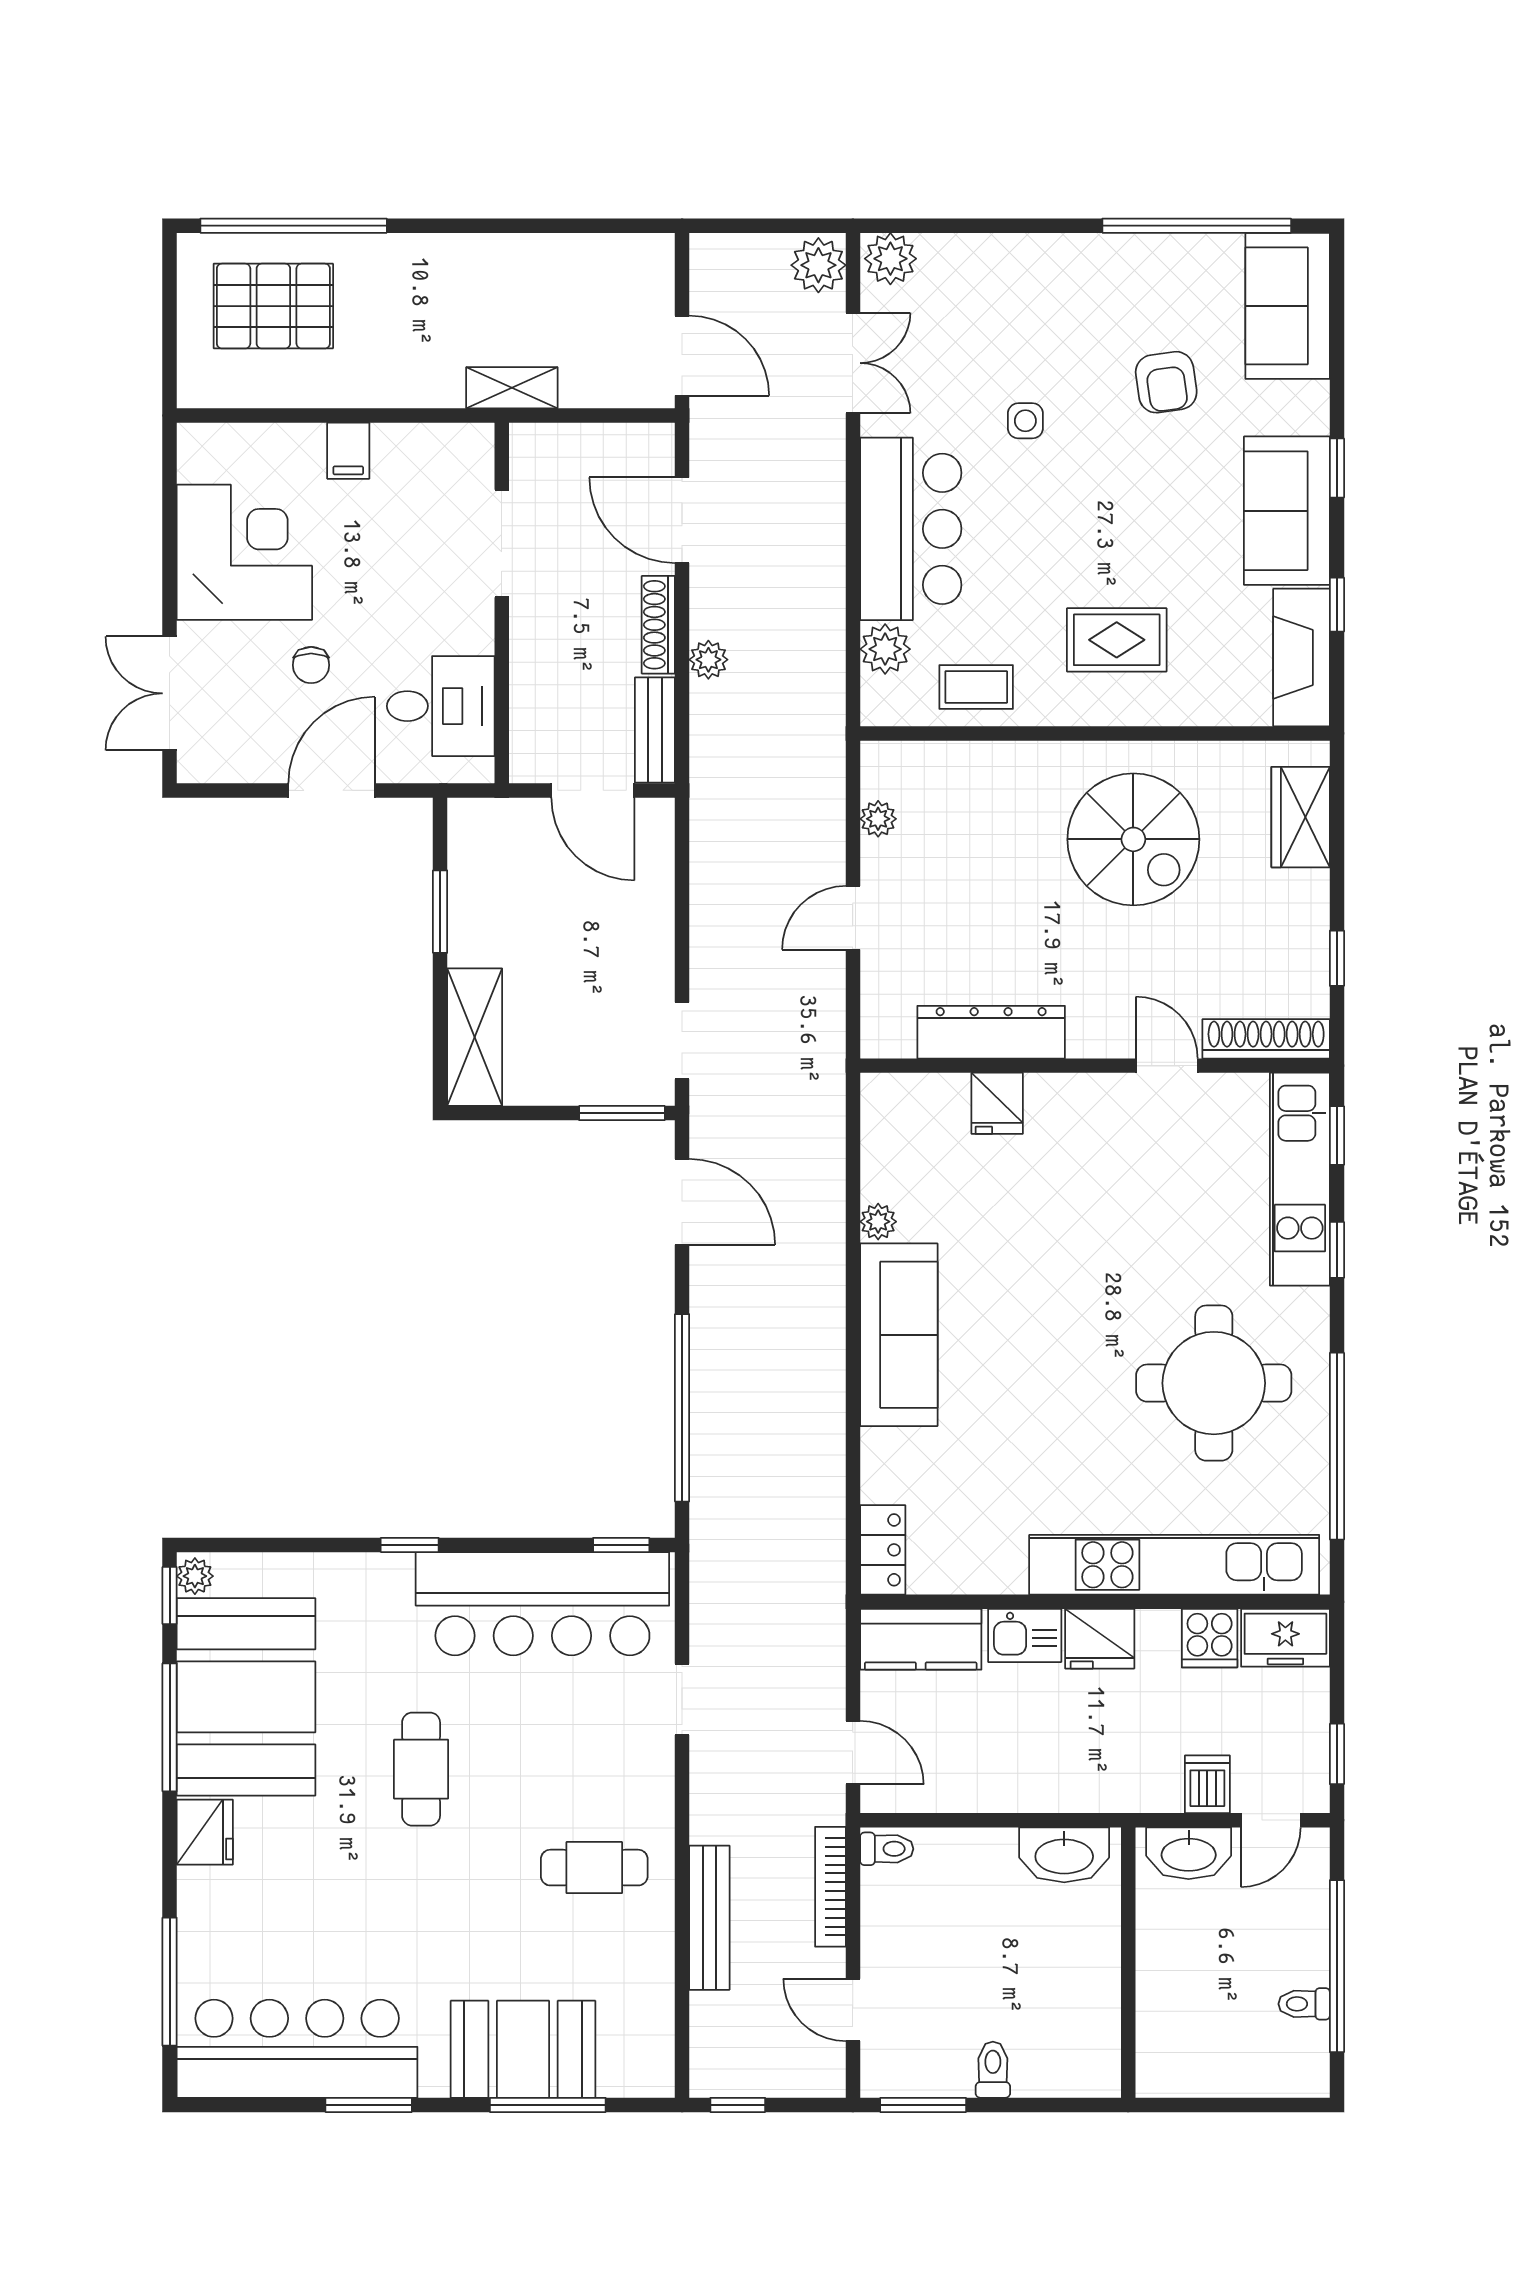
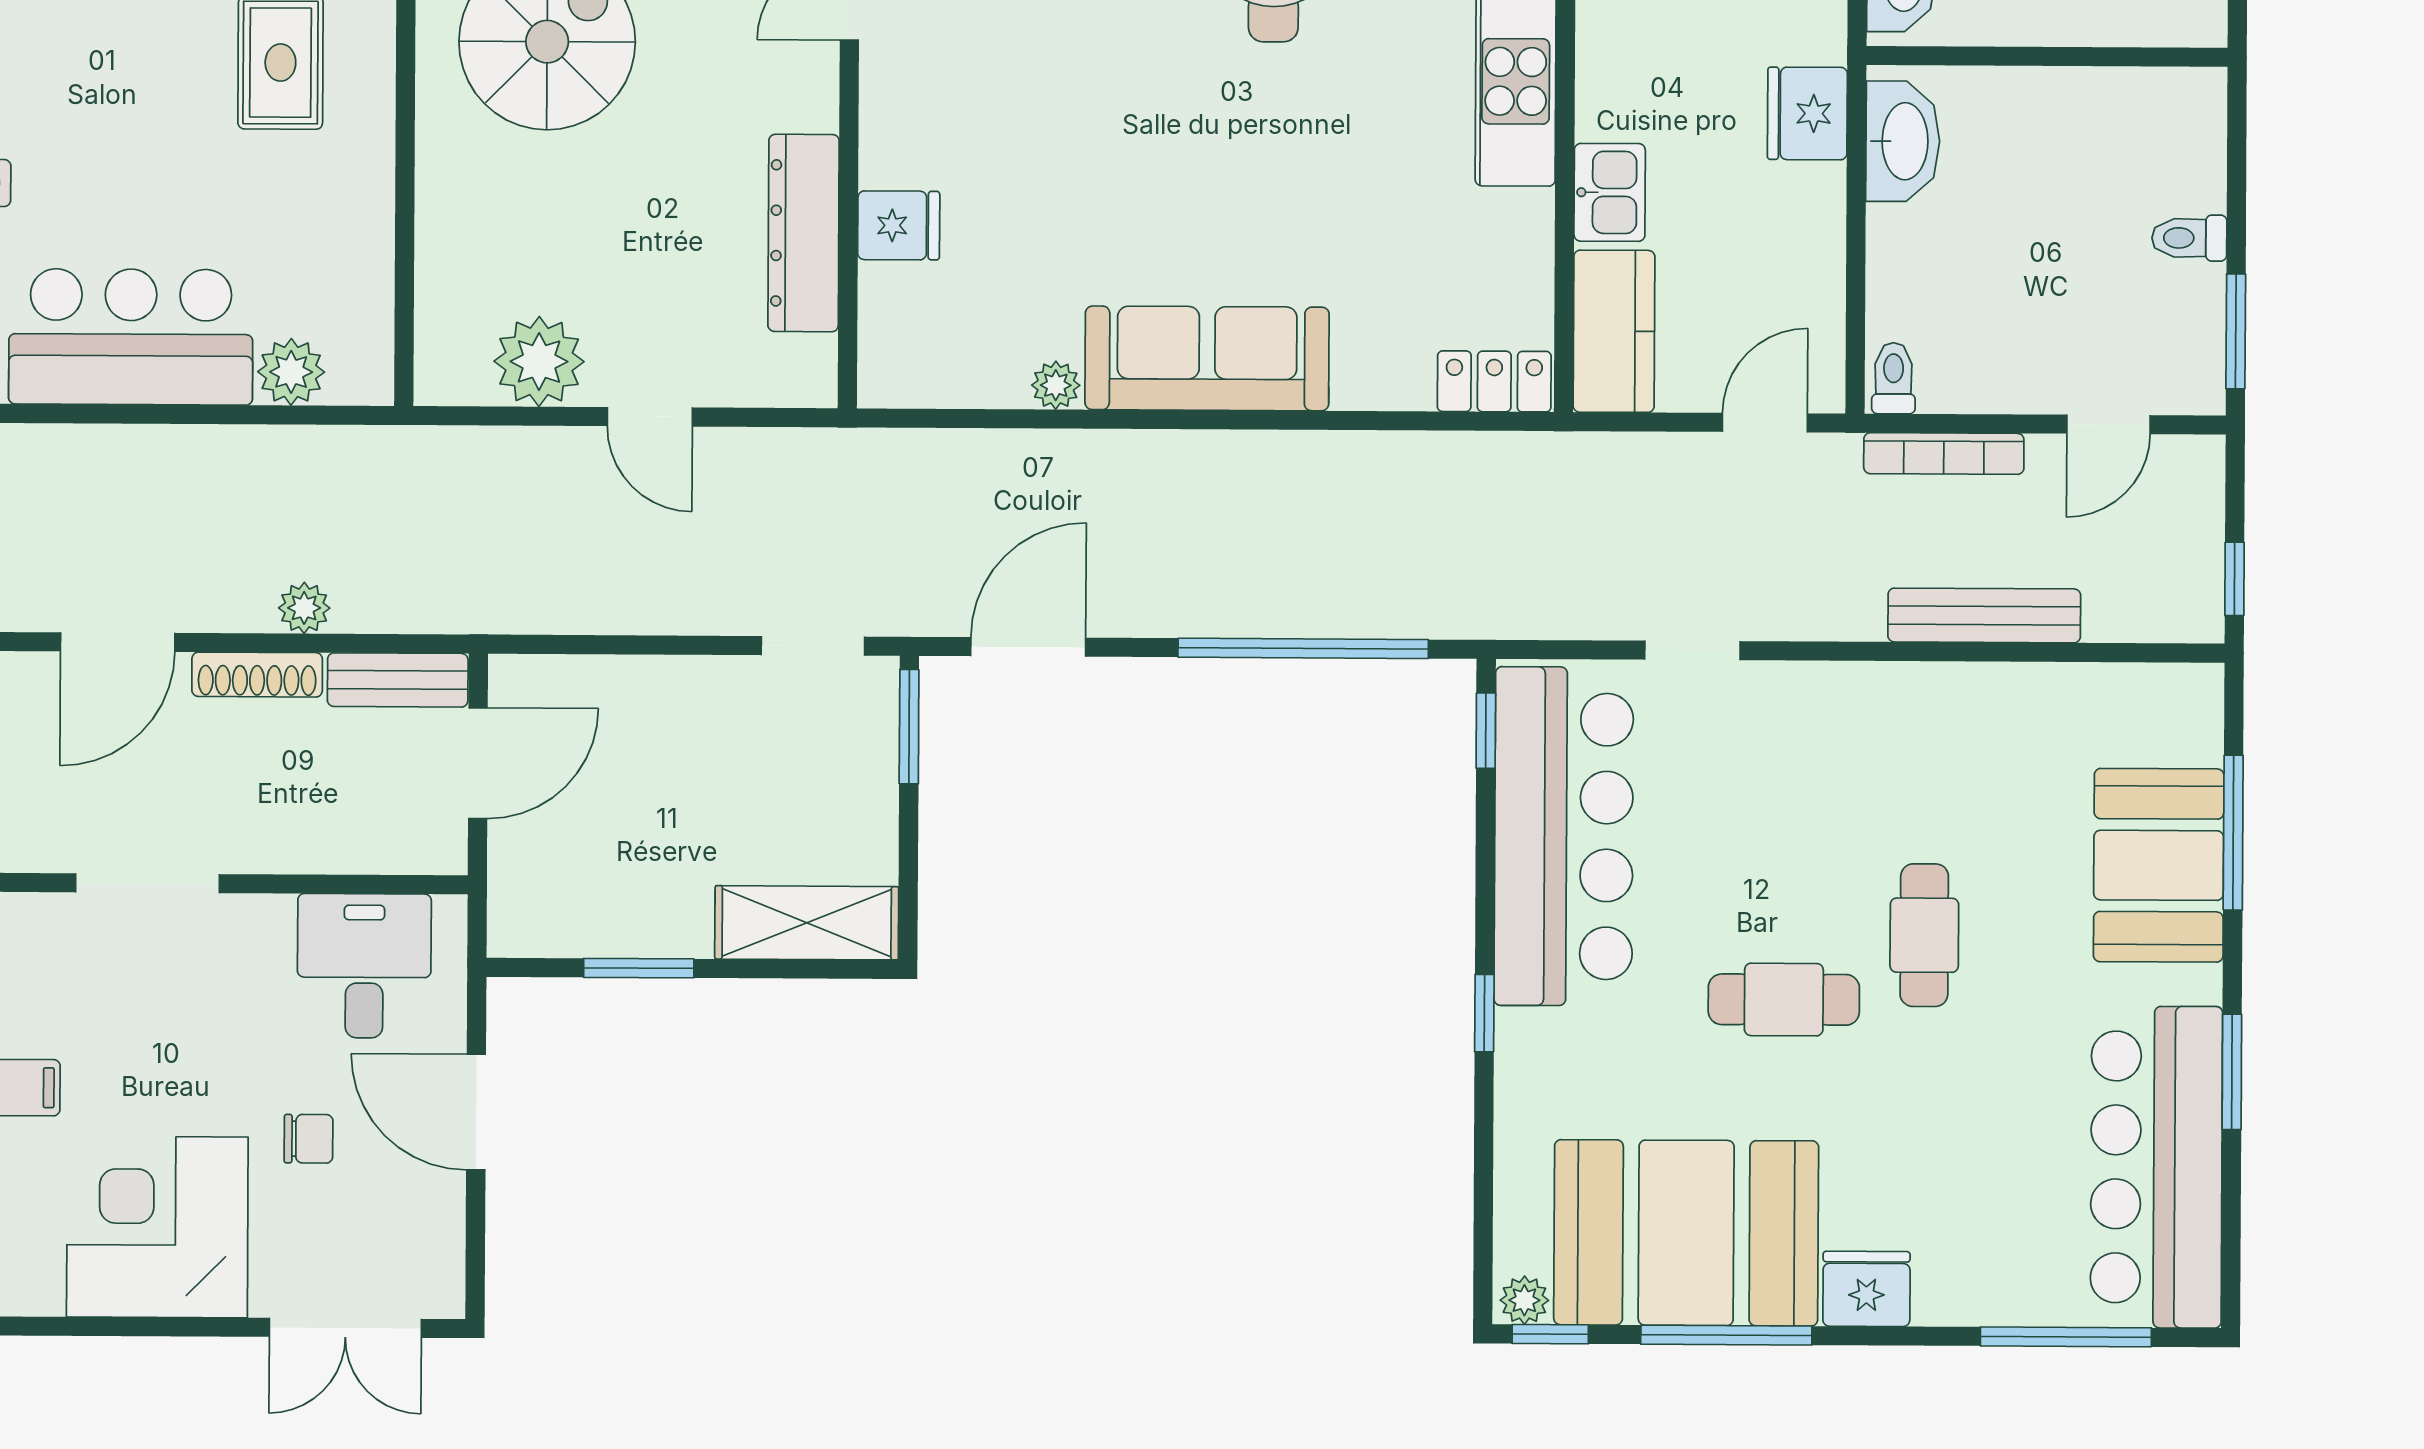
coffee table: (976, 687) -> (342, 251), removed
plant: (878, 819) -> (539, 361), width x1.88, depth x1.88
fridge: (1100, 1639) -> (1807, 113), moved, turned 180
cafe table: (594, 1868) -> (1924, 935), moved

